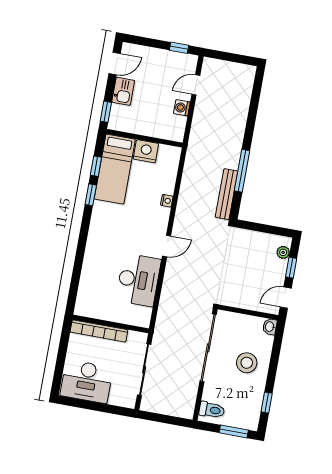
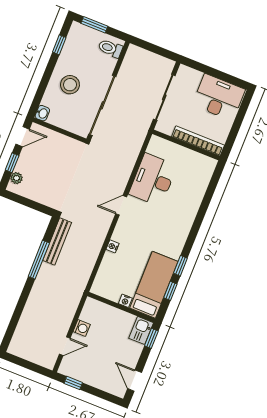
door: (115, 64) -> (135, 381), hinge flipped
kitchen sink: (123, 91) -> (141, 330), moved
nightstand: (146, 151) -> (125, 301), width x0.53, depth x0.56

